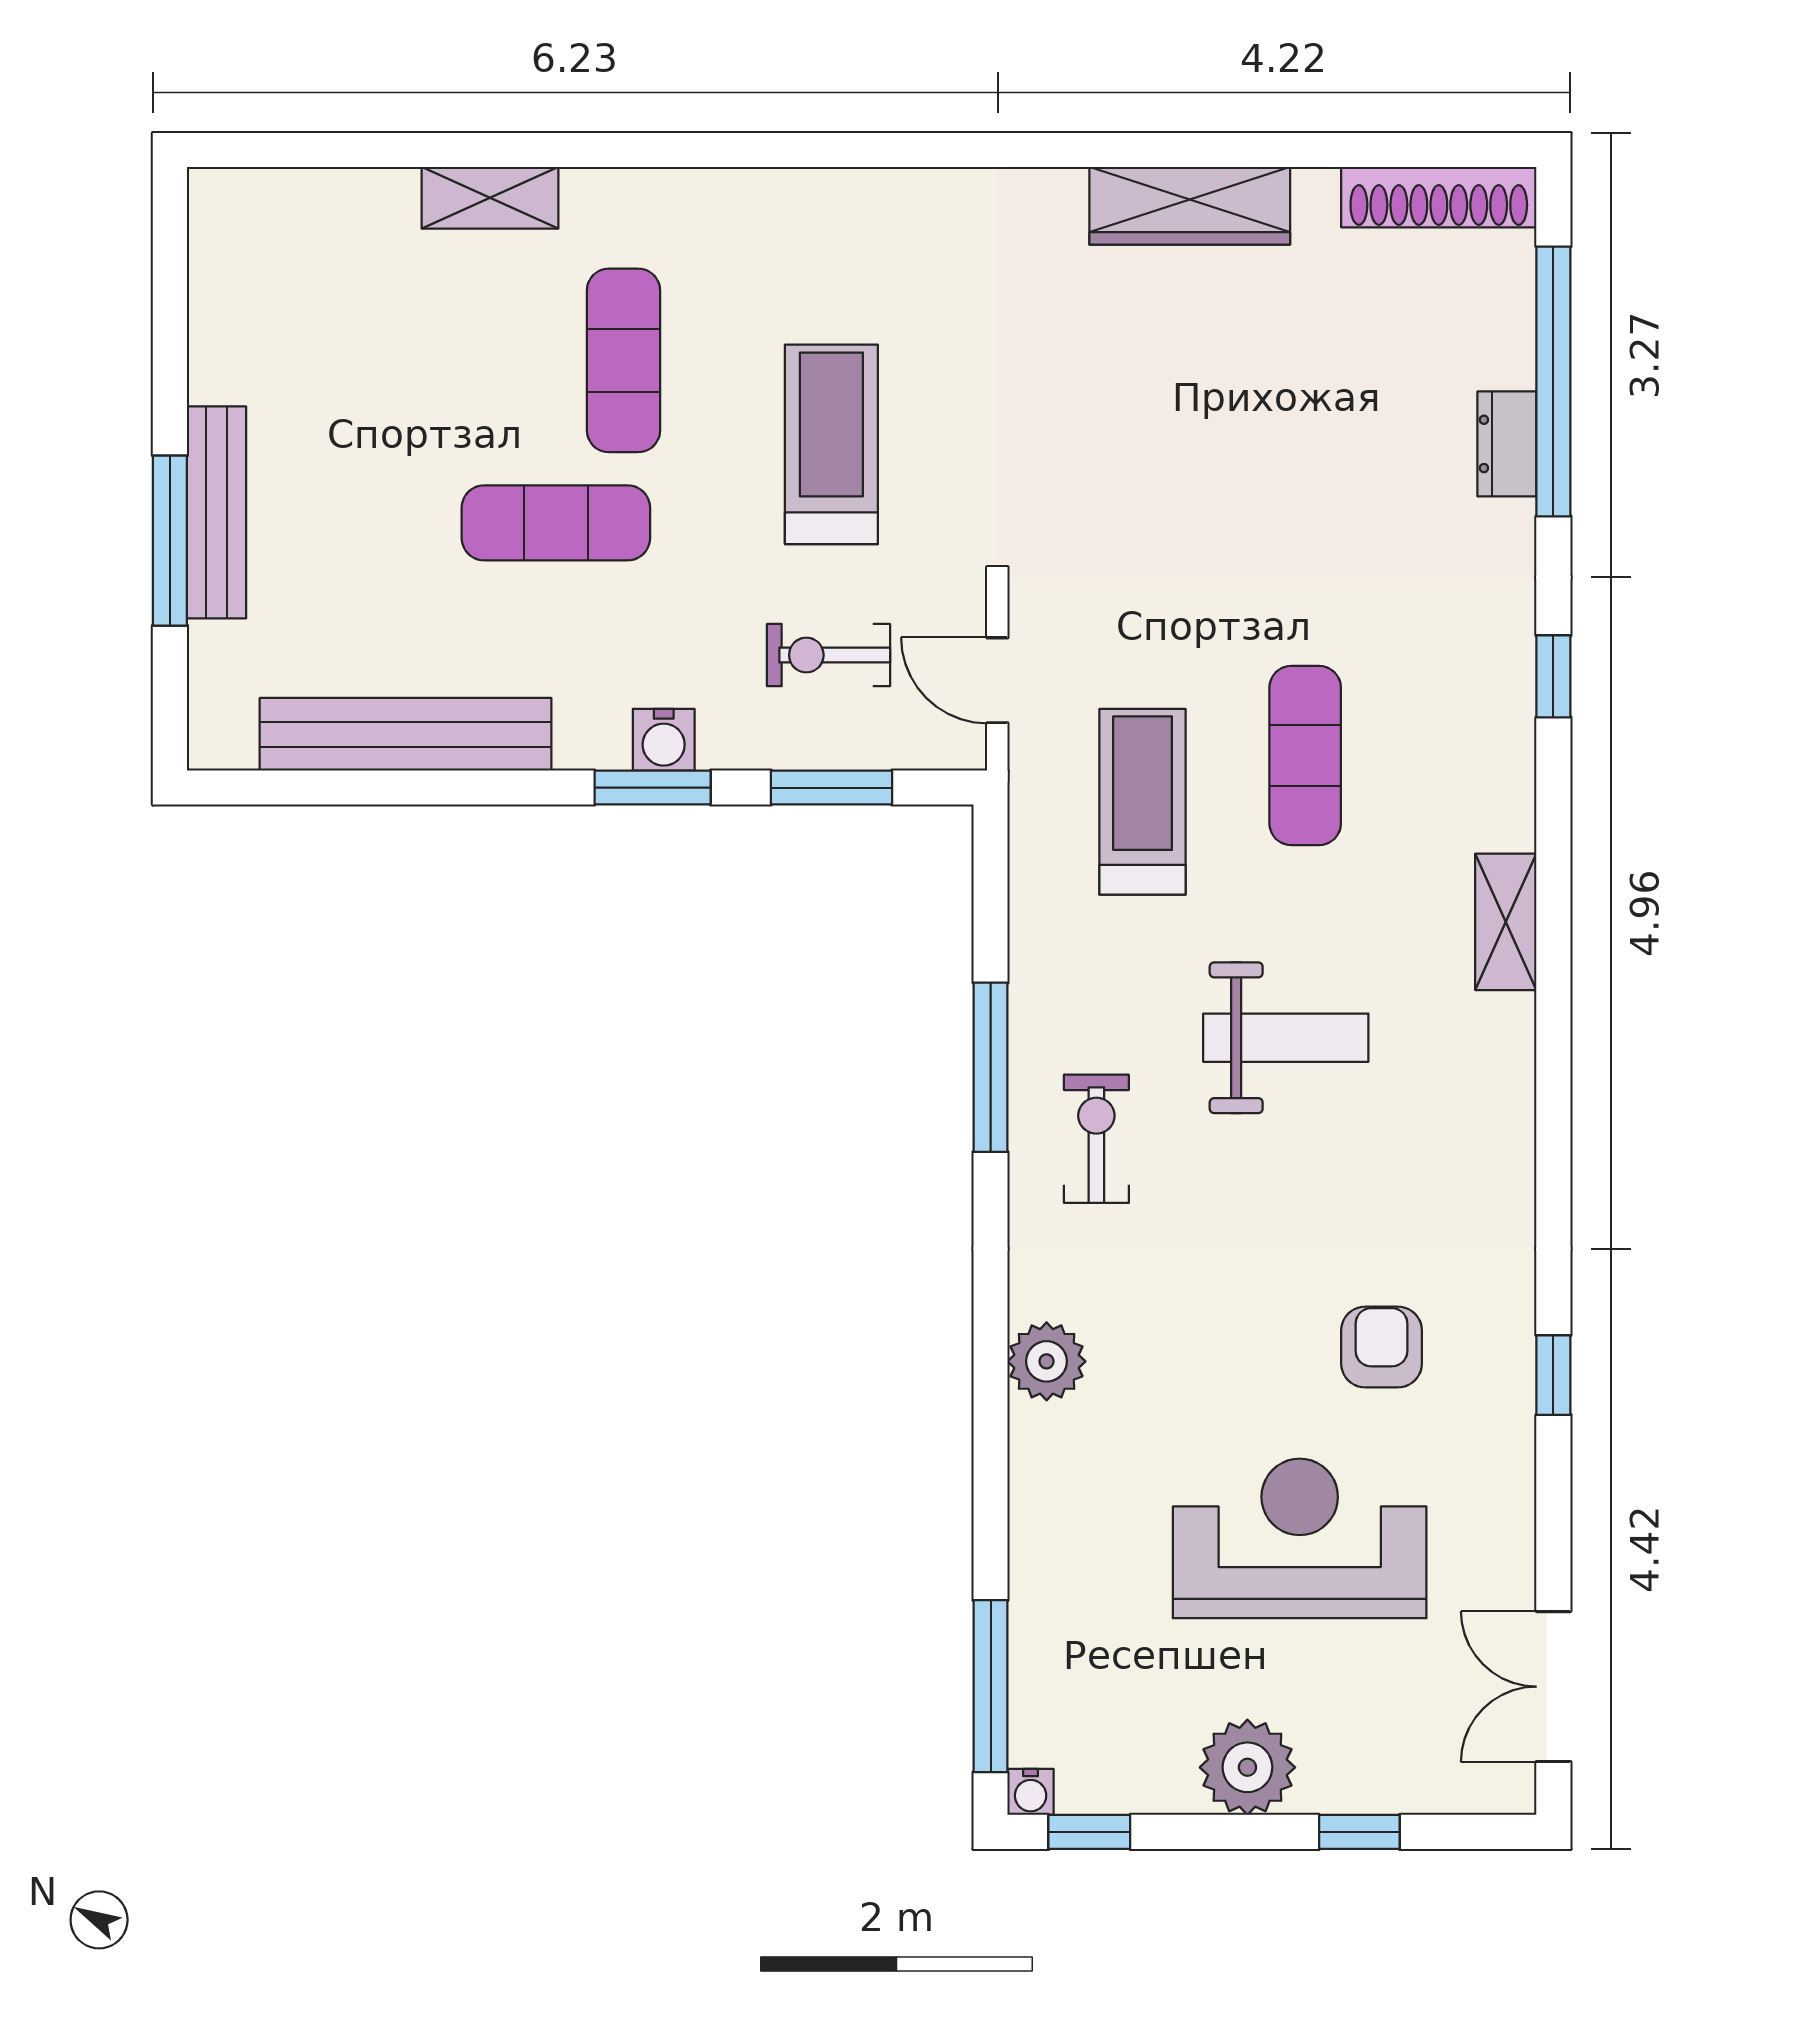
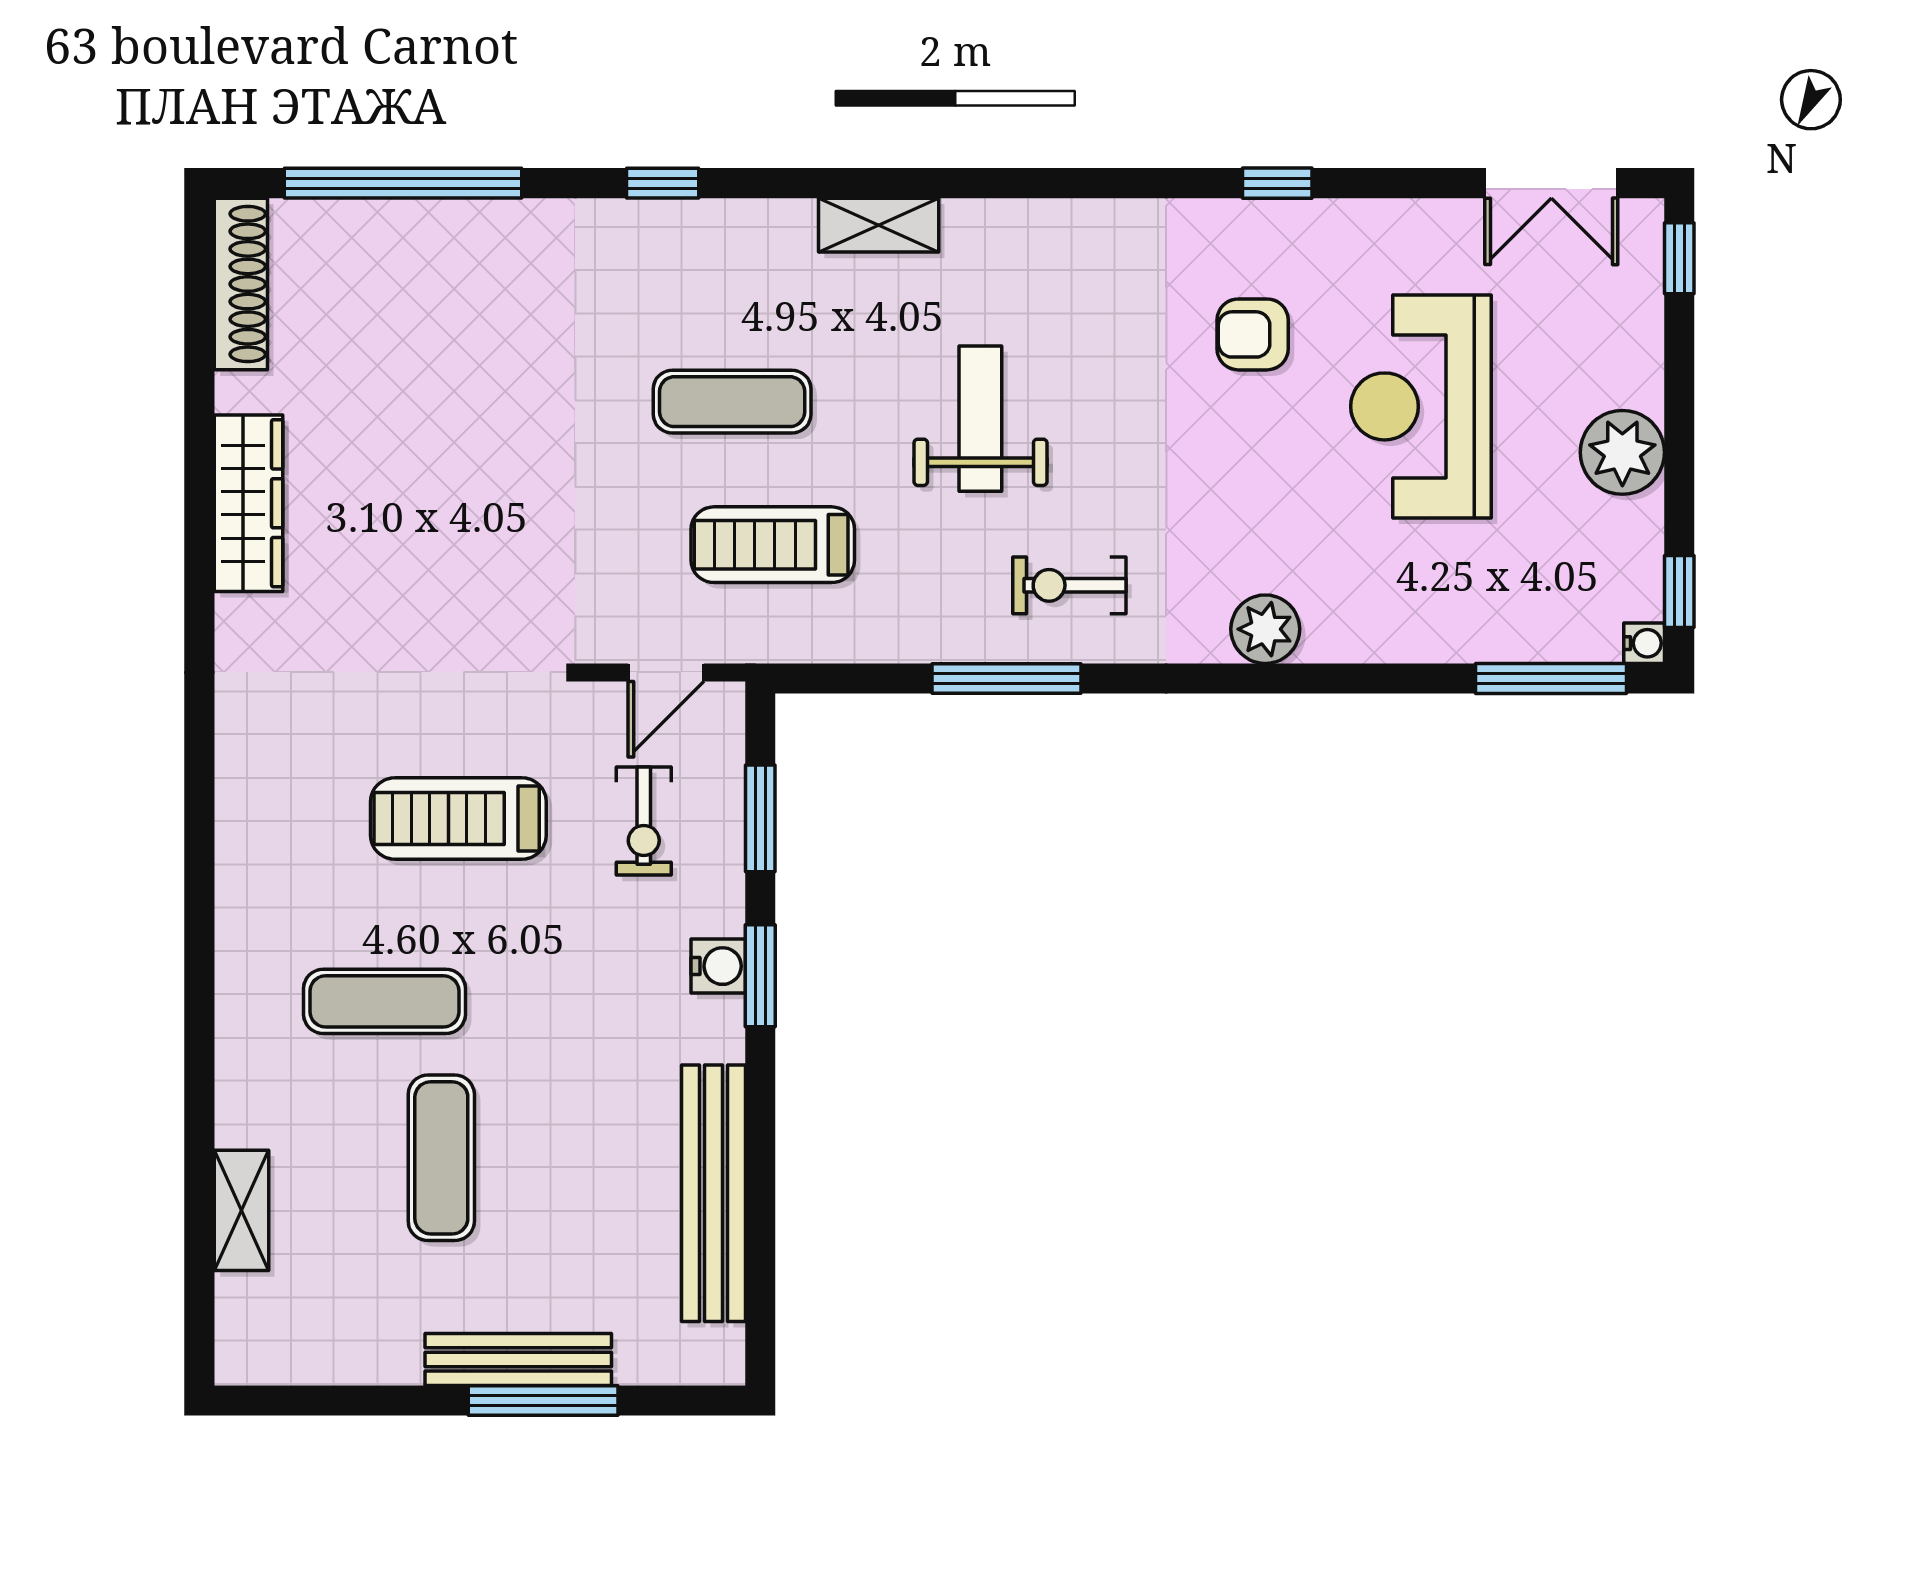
shelving: (490, 198) -> (241, 1210), moved
dresser: (1507, 444) -> (458, 224), removed
exercise mat: (556, 523) -> (441, 1158), moved
window: (1359, 1832) -> (1679, 258), moved

